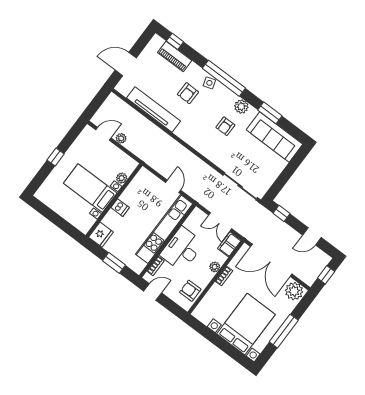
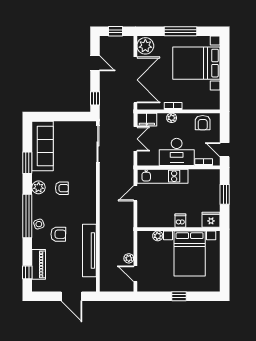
bed with nightstands: (90, 188) -> (190, 253), width x1.36
kitchen unit: (164, 229) -> (162, 176), width x0.73

